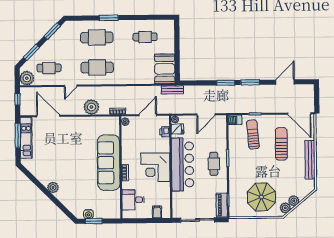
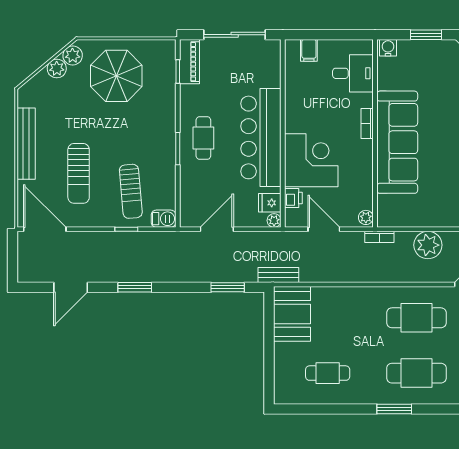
window: (226, 83) -> (228, 287), moved
door: (148, 115) -> (324, 229), swing flipped
corner desk: (155, 167) -> (311, 160), moved
water cooler: (88, 214) -> (388, 48), moved

